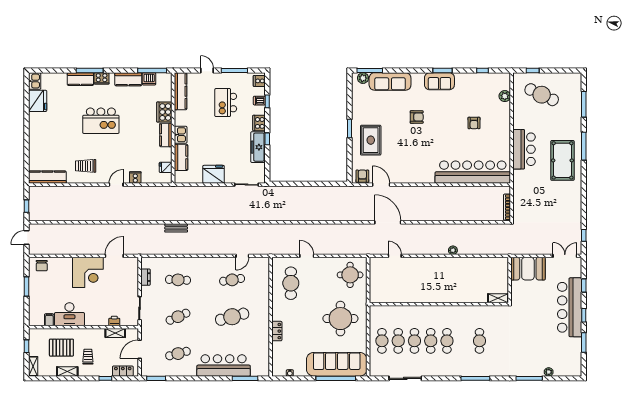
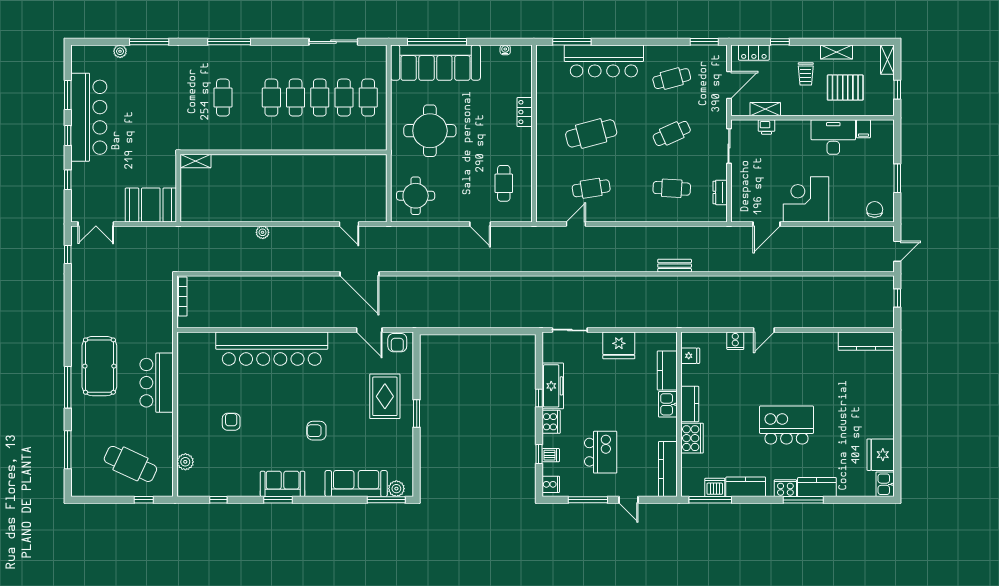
trolley: (86, 166) -> (809, 358), removed
bar counter: (473, 172) -> (272, 349), moved
cafe table: (291, 283) -> (504, 183), width x0.73, depth x0.74
bar counter: (570, 307) -> (89, 117), moved

